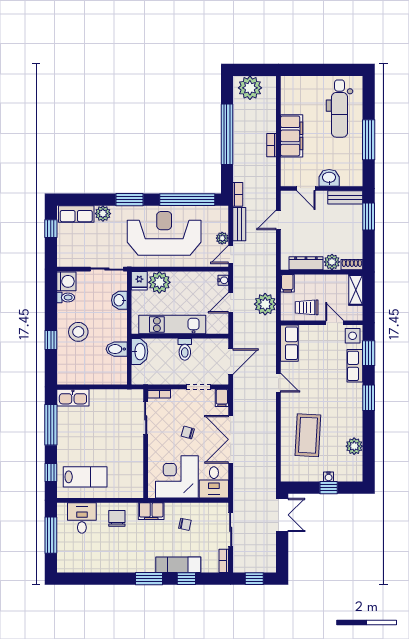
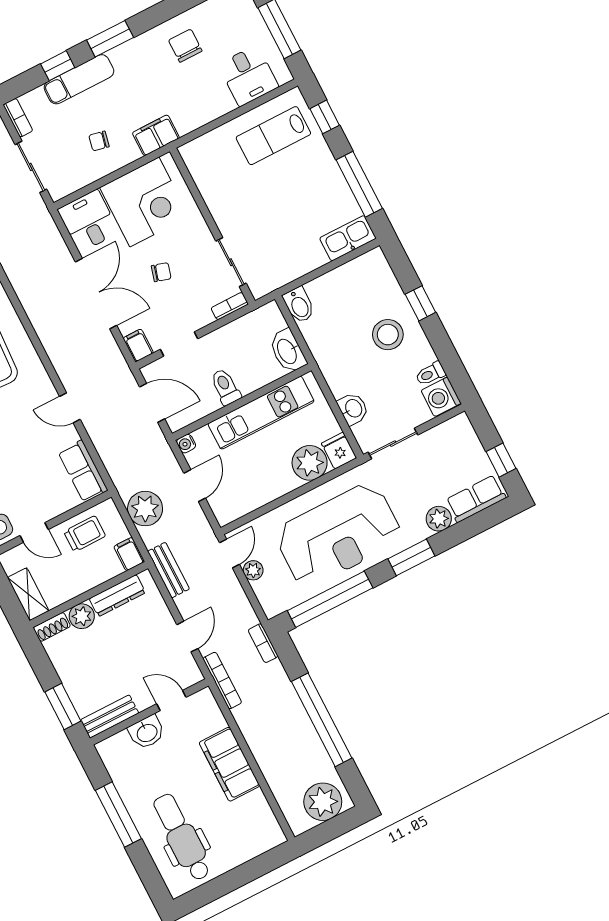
bookcase: (272, 145) -> (222, 680), moved, width x1.56
bench: (239, 224) -> (169, 570), moved
water cooler: (223, 280) -> (186, 444), moved
bidet: (117, 349) -> (299, 305), moved, turned 90
door: (231, 362) -> (152, 403), swing flipped
chair: (117, 518) -> (185, 46), moved, turned 180

